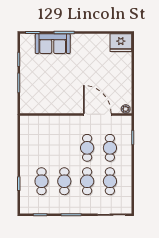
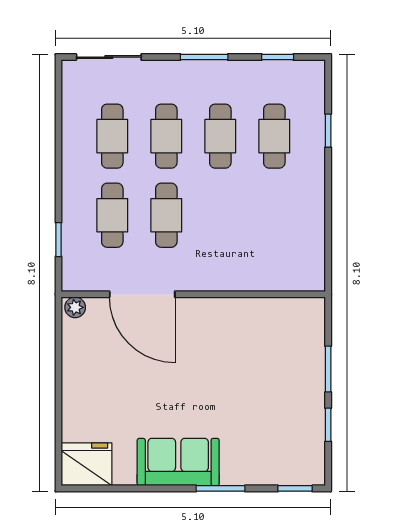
sofa: (53, 44) -> (178, 462), moved

